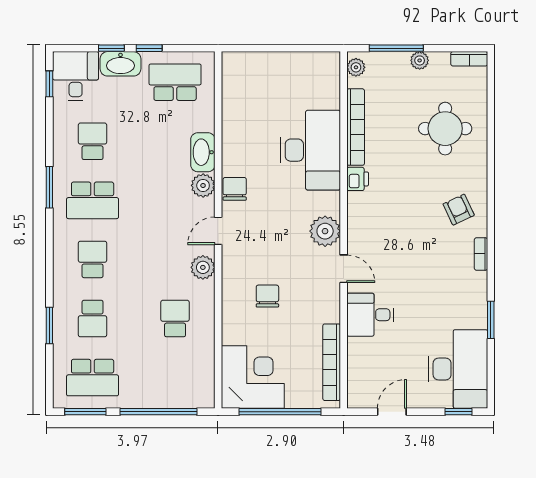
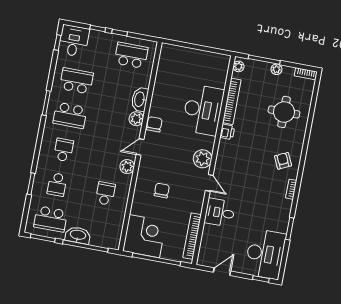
washbasin: (121, 64) -> (78, 235), moved, turned 180
school desk: (93, 141) -> (76, 81), width x1.85

